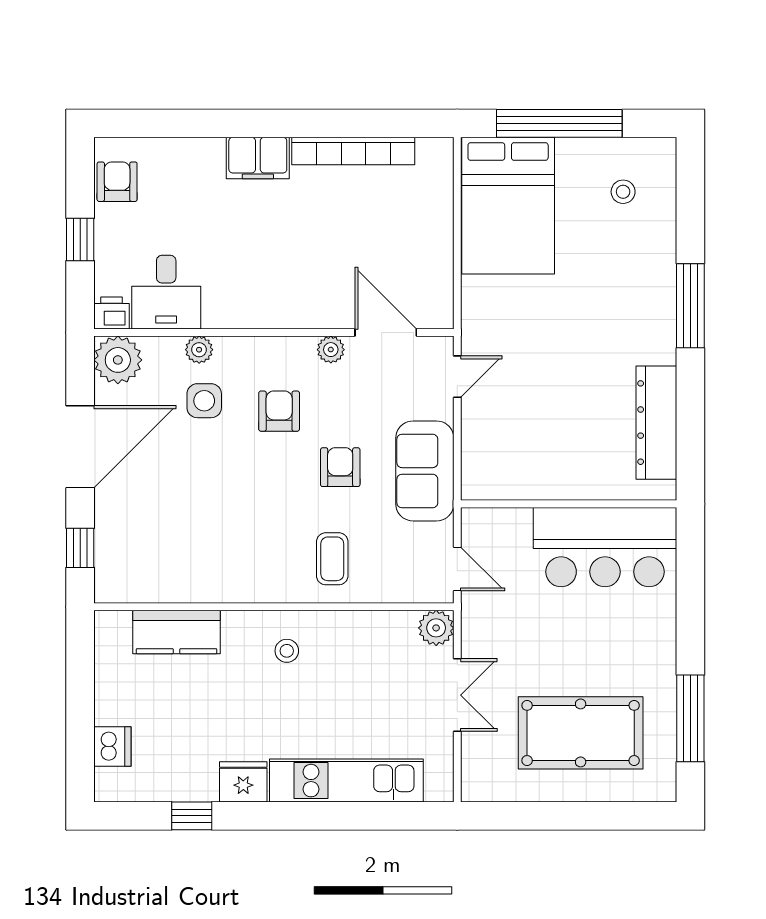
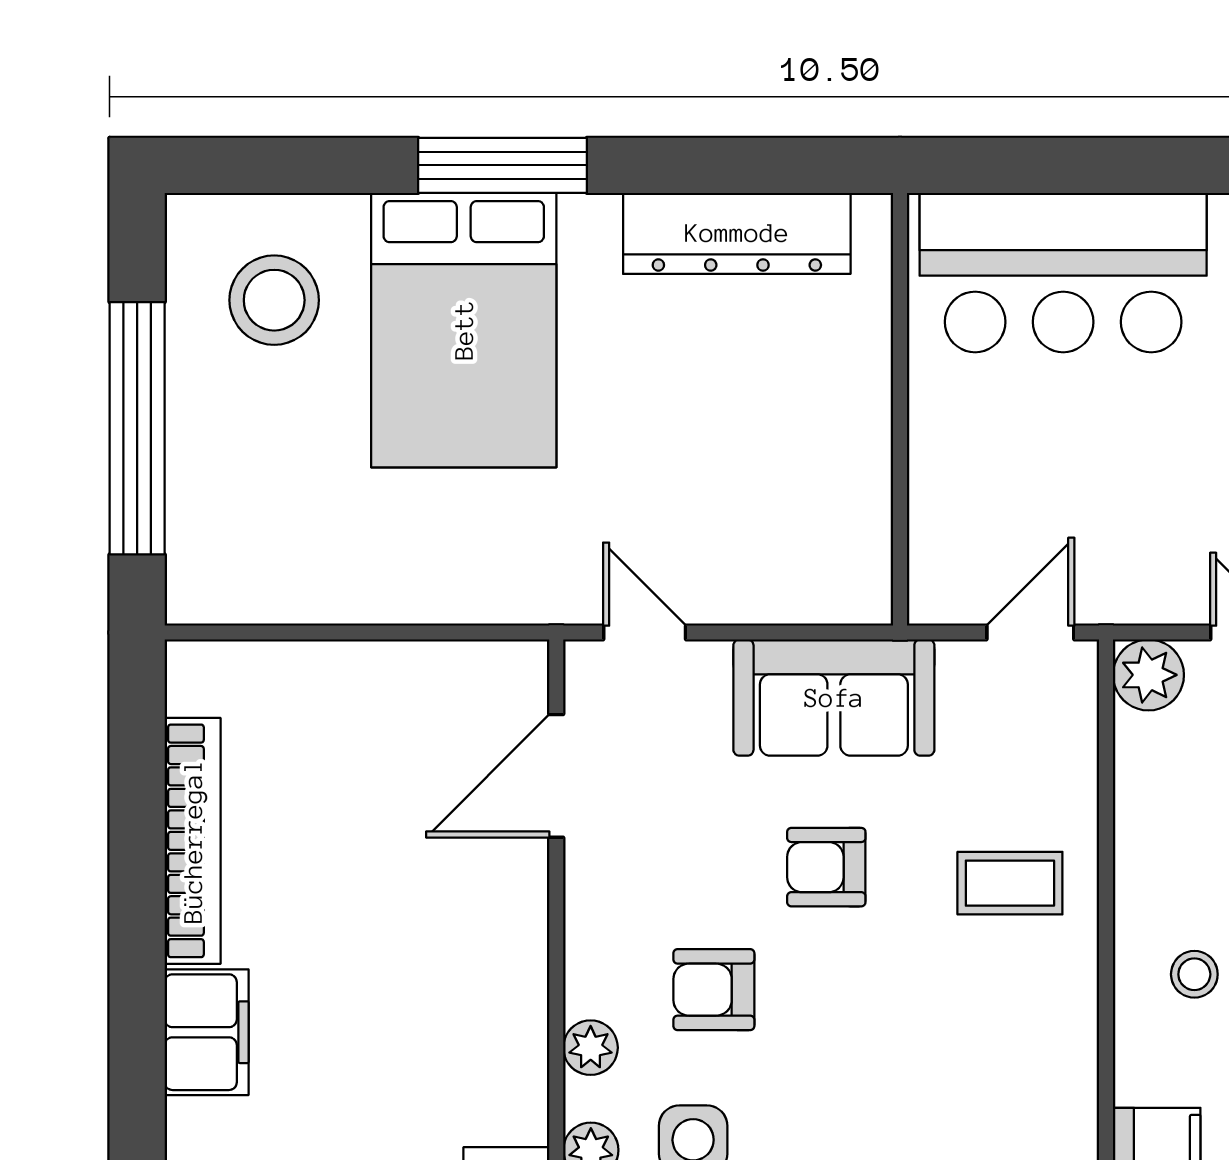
stool: (623, 192) -> (274, 300), width x1.89, depth x1.89
bed: (508, 206) -> (464, 330), moved, turned 90
plant: (331, 350) -> (591, 1048), moved
bar counter: (605, 547) -> (1063, 273), moved, turned 90

